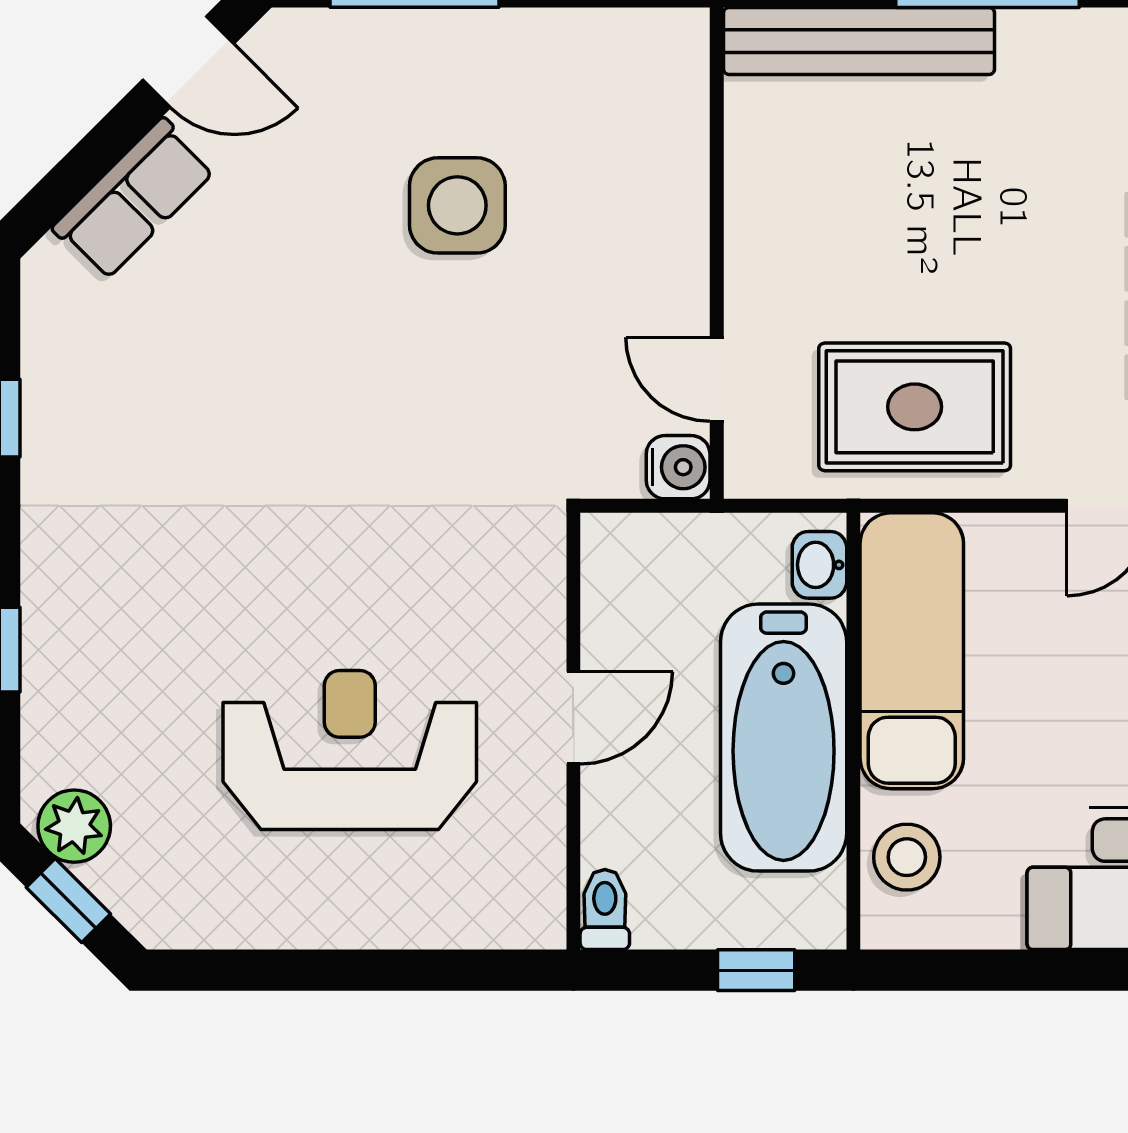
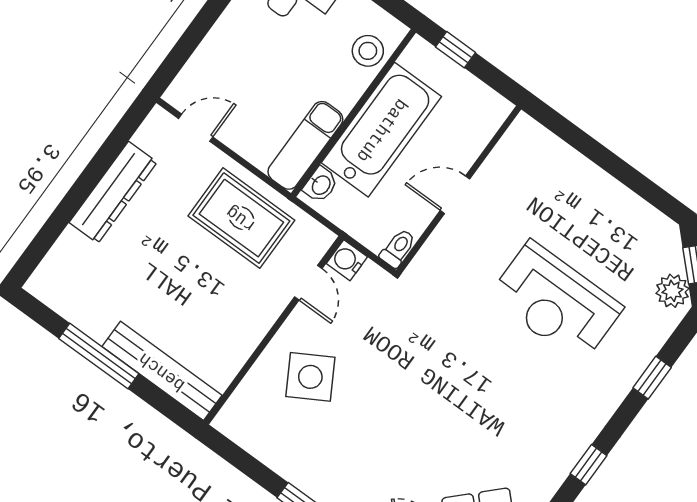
side table: (457, 205) -> (310, 377), moved, turned -30
exam couch: (912, 651) -> (305, 145), width x0.73, depth x0.69
reception desk: (350, 750) -> (556, 302), moved
toilet: (605, 910) -> (398, 248), moved, turned 180

